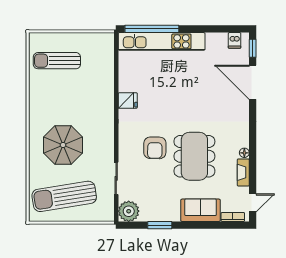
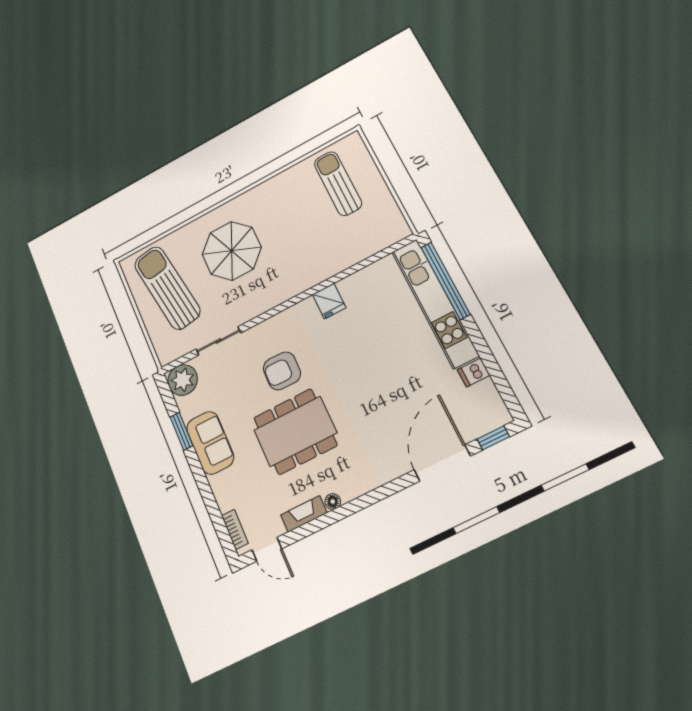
dishwasher: (235, 40) -> (474, 372), moved
sofa: (201, 210) -> (210, 443), moved

